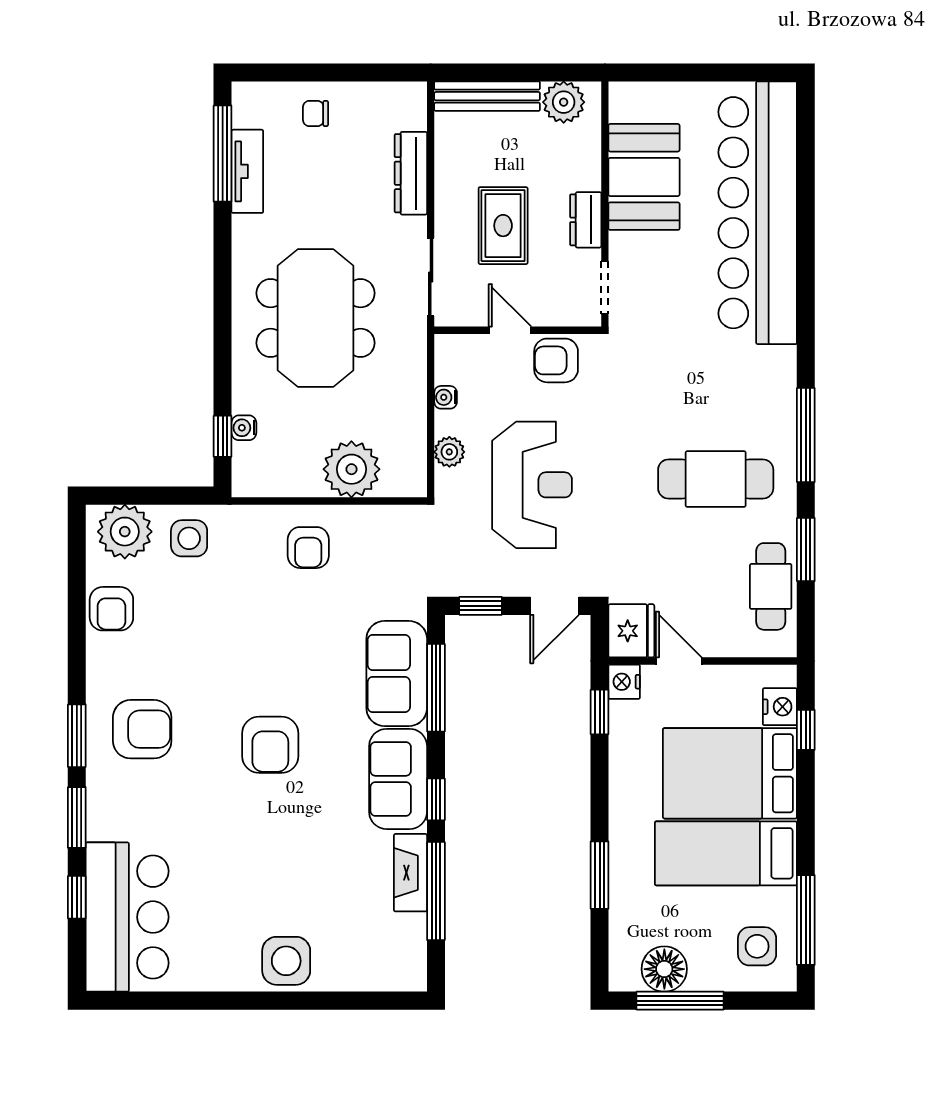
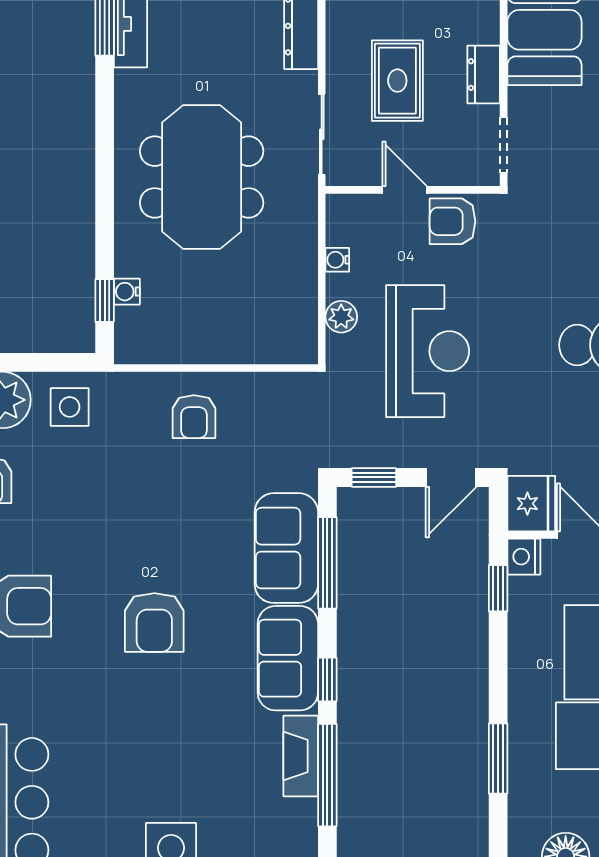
plant: (351, 469) -> (239, 335), removed

